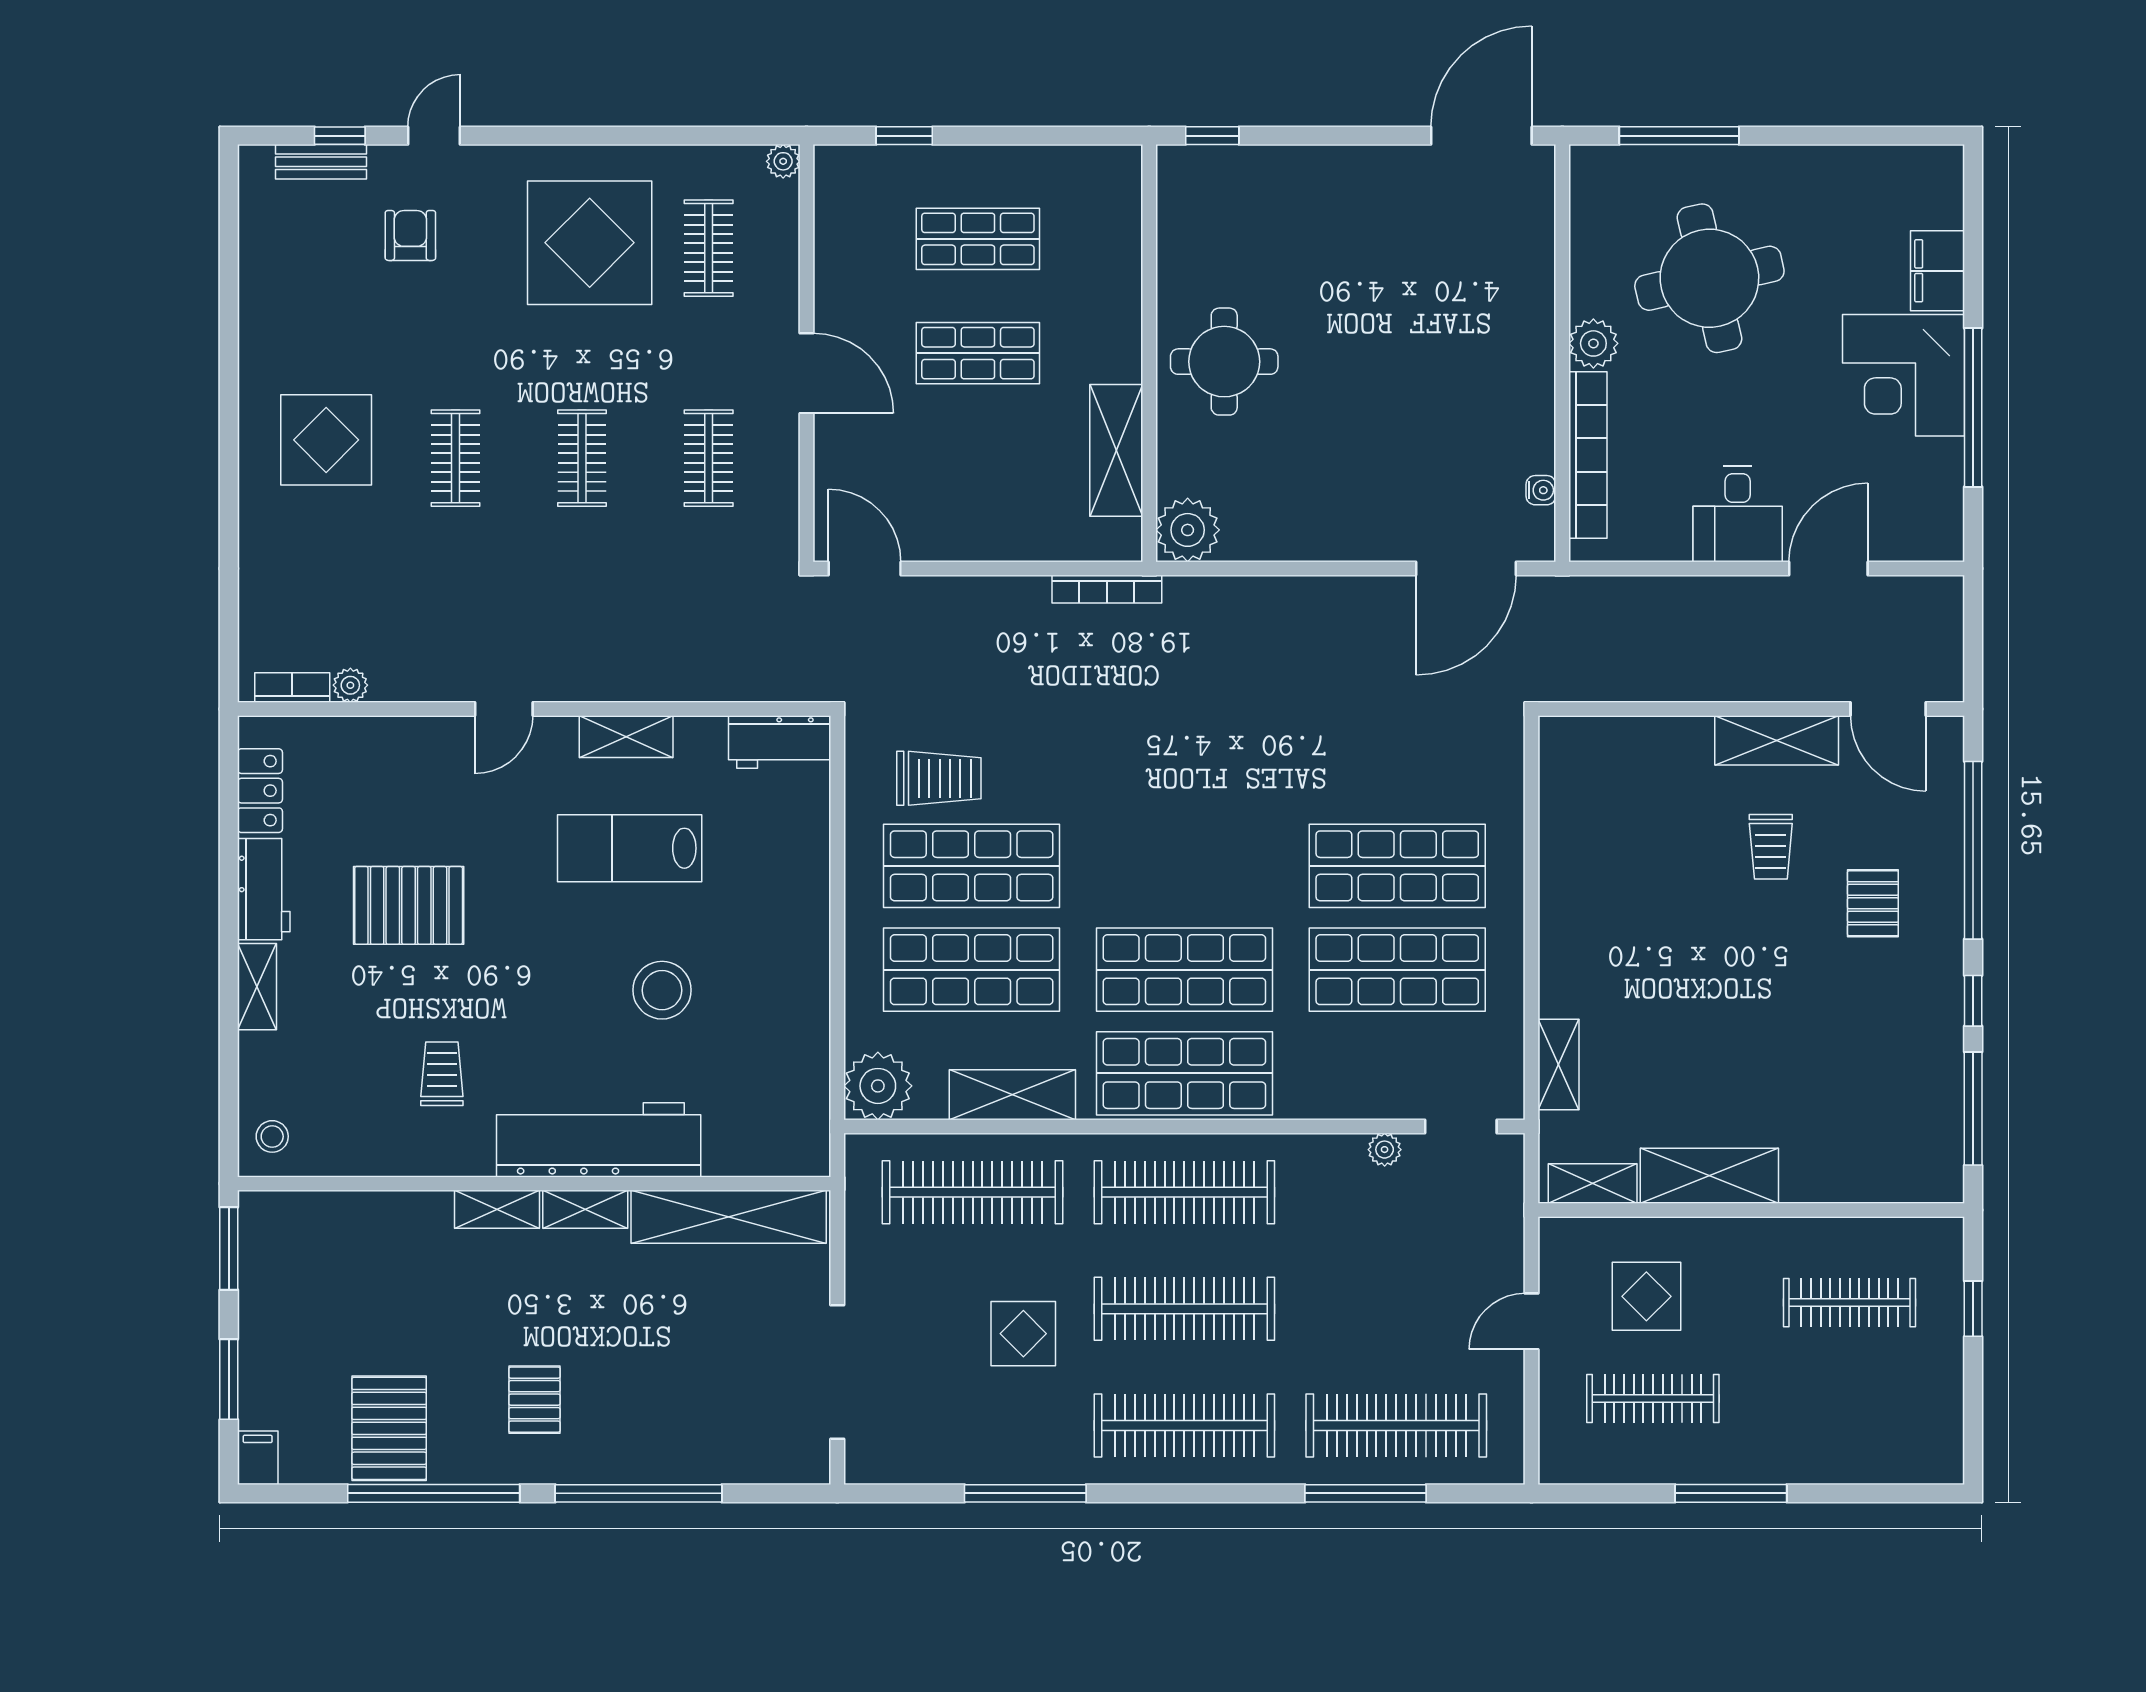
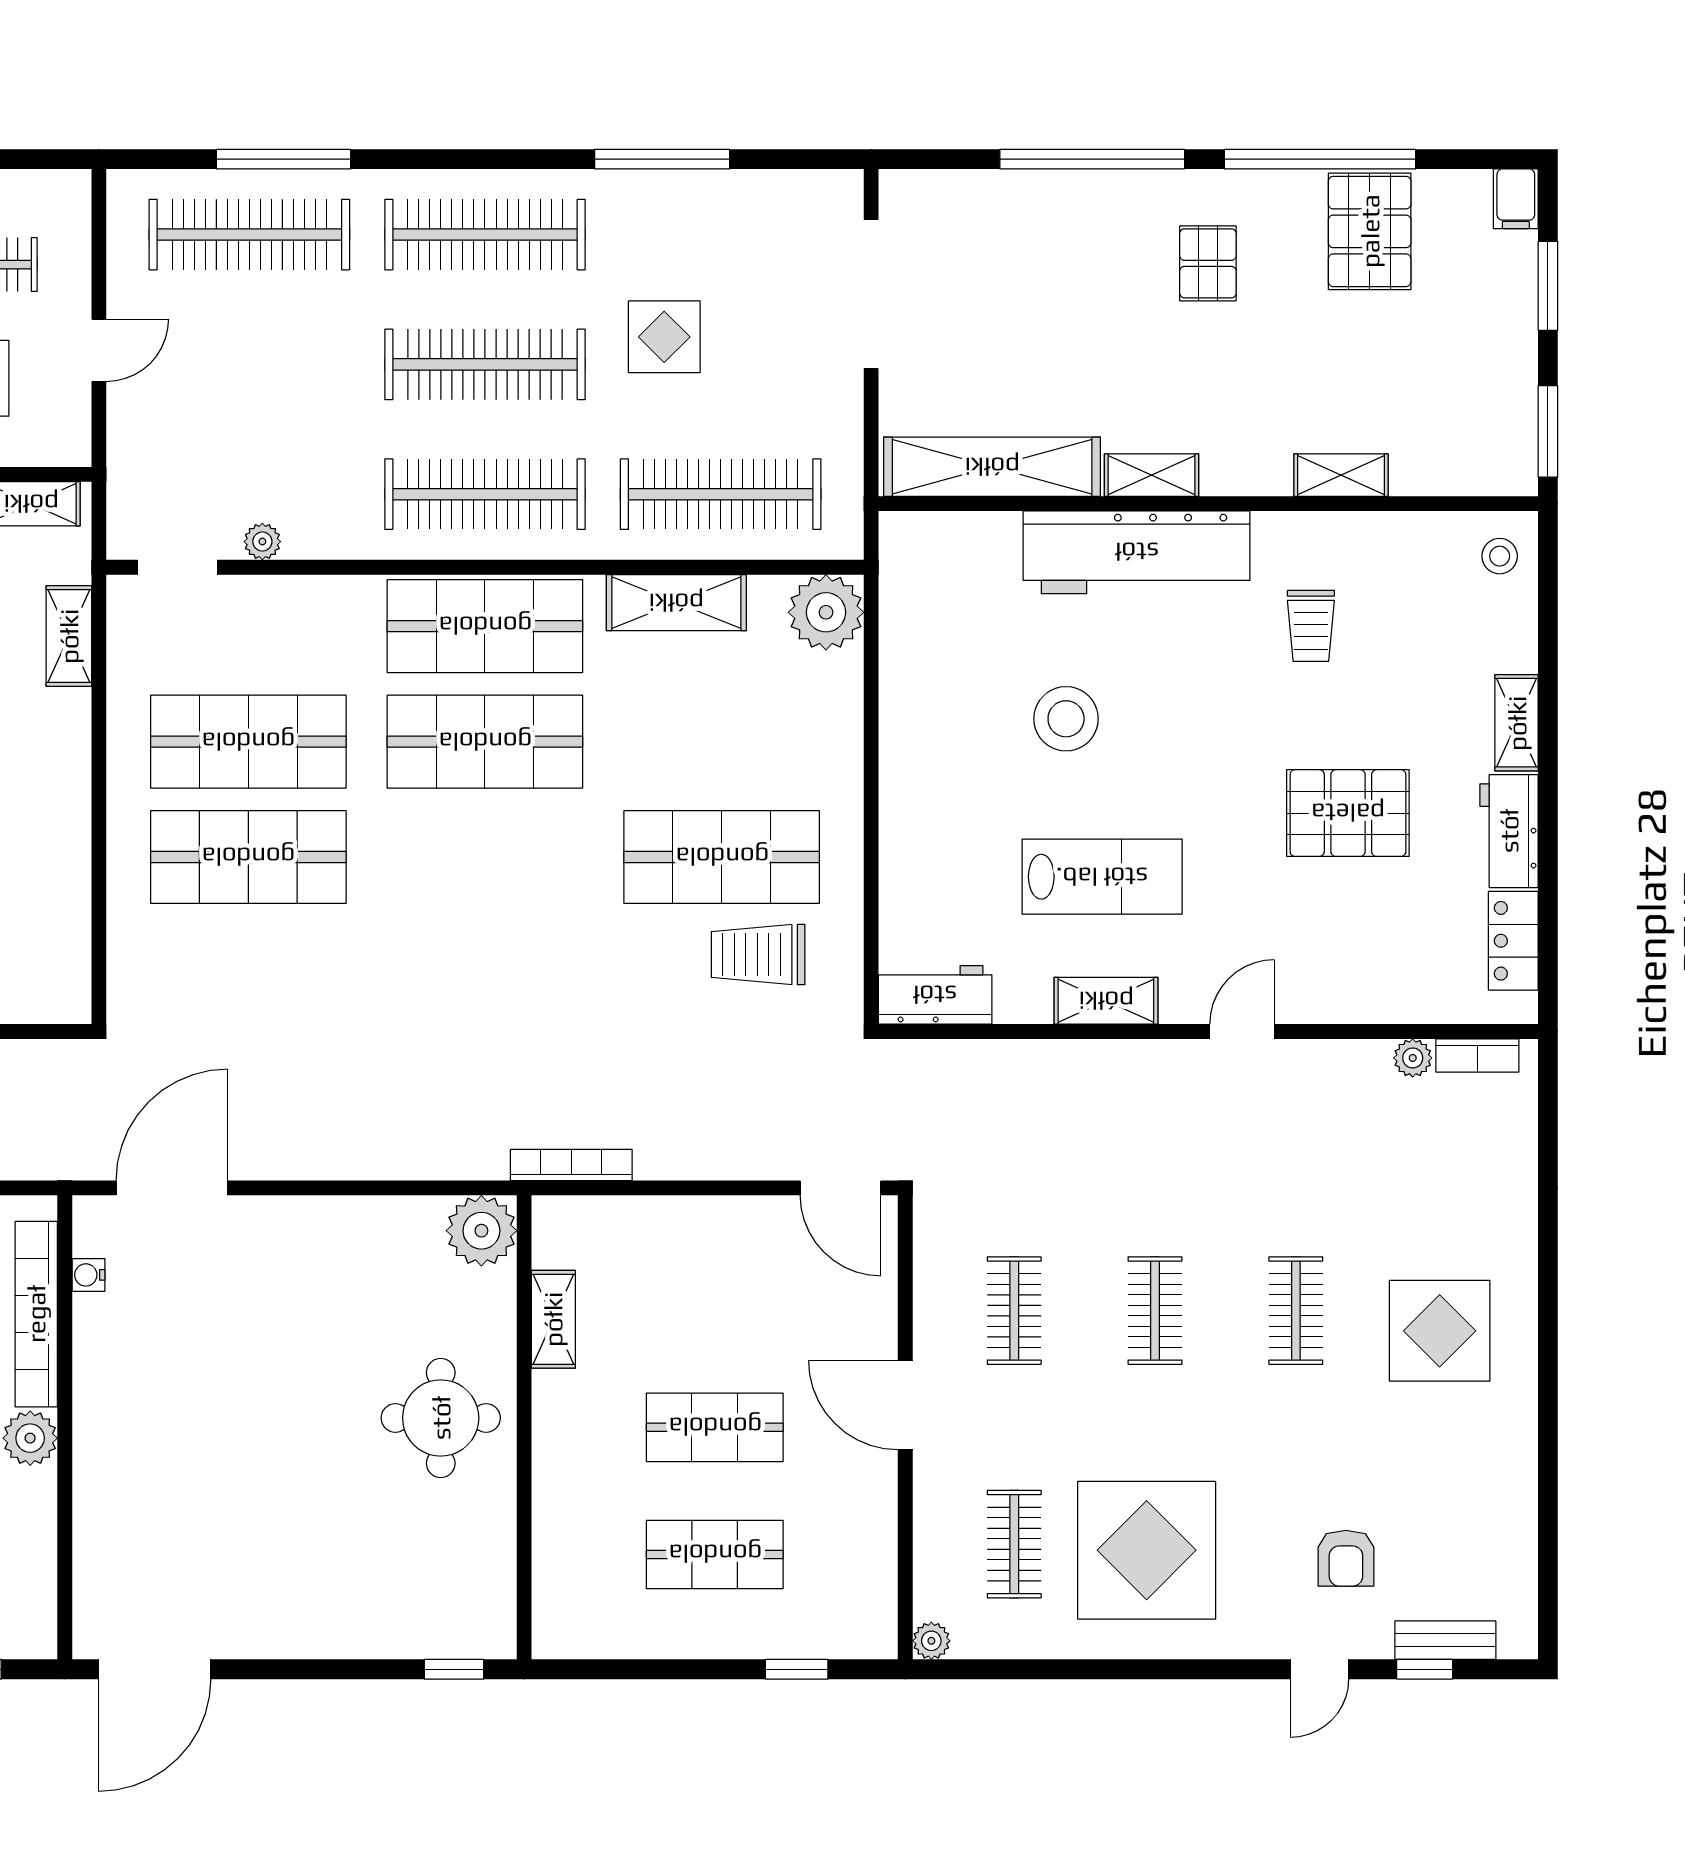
shelving: (1116, 450) -> (553, 1319), width x0.67, depth x0.75
shop shelf: (972, 970) -> (722, 742), removed
shelving: (497, 1209) -> (1341, 475), moved

